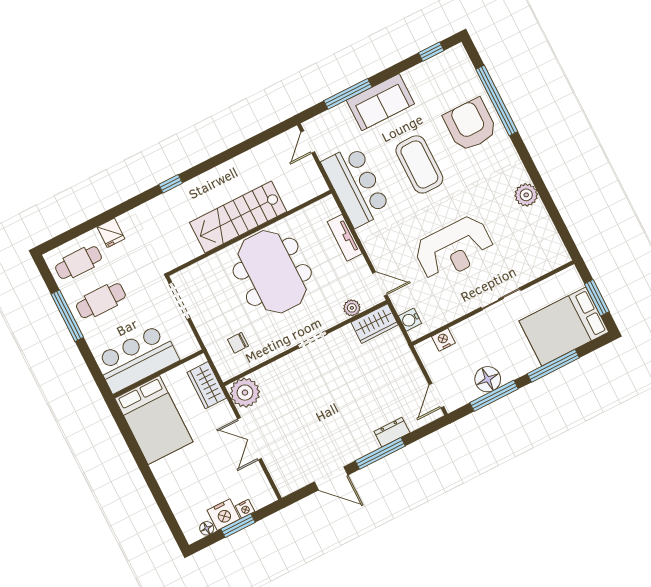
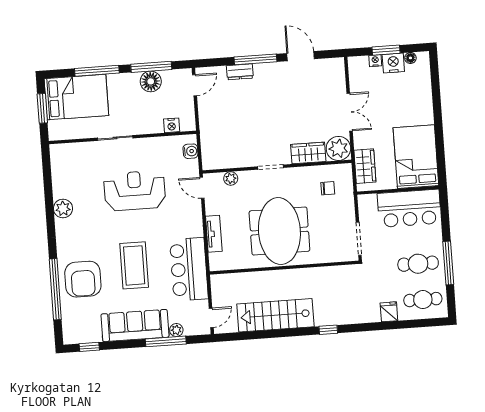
sofa: (380, 102) -> (135, 326), width x1.36
plant: (341, 112) -> (176, 330), added
stairs: (238, 217) -> (275, 315), moved, turned 180
wardrobe: (375, 324) -> (308, 153), moved

